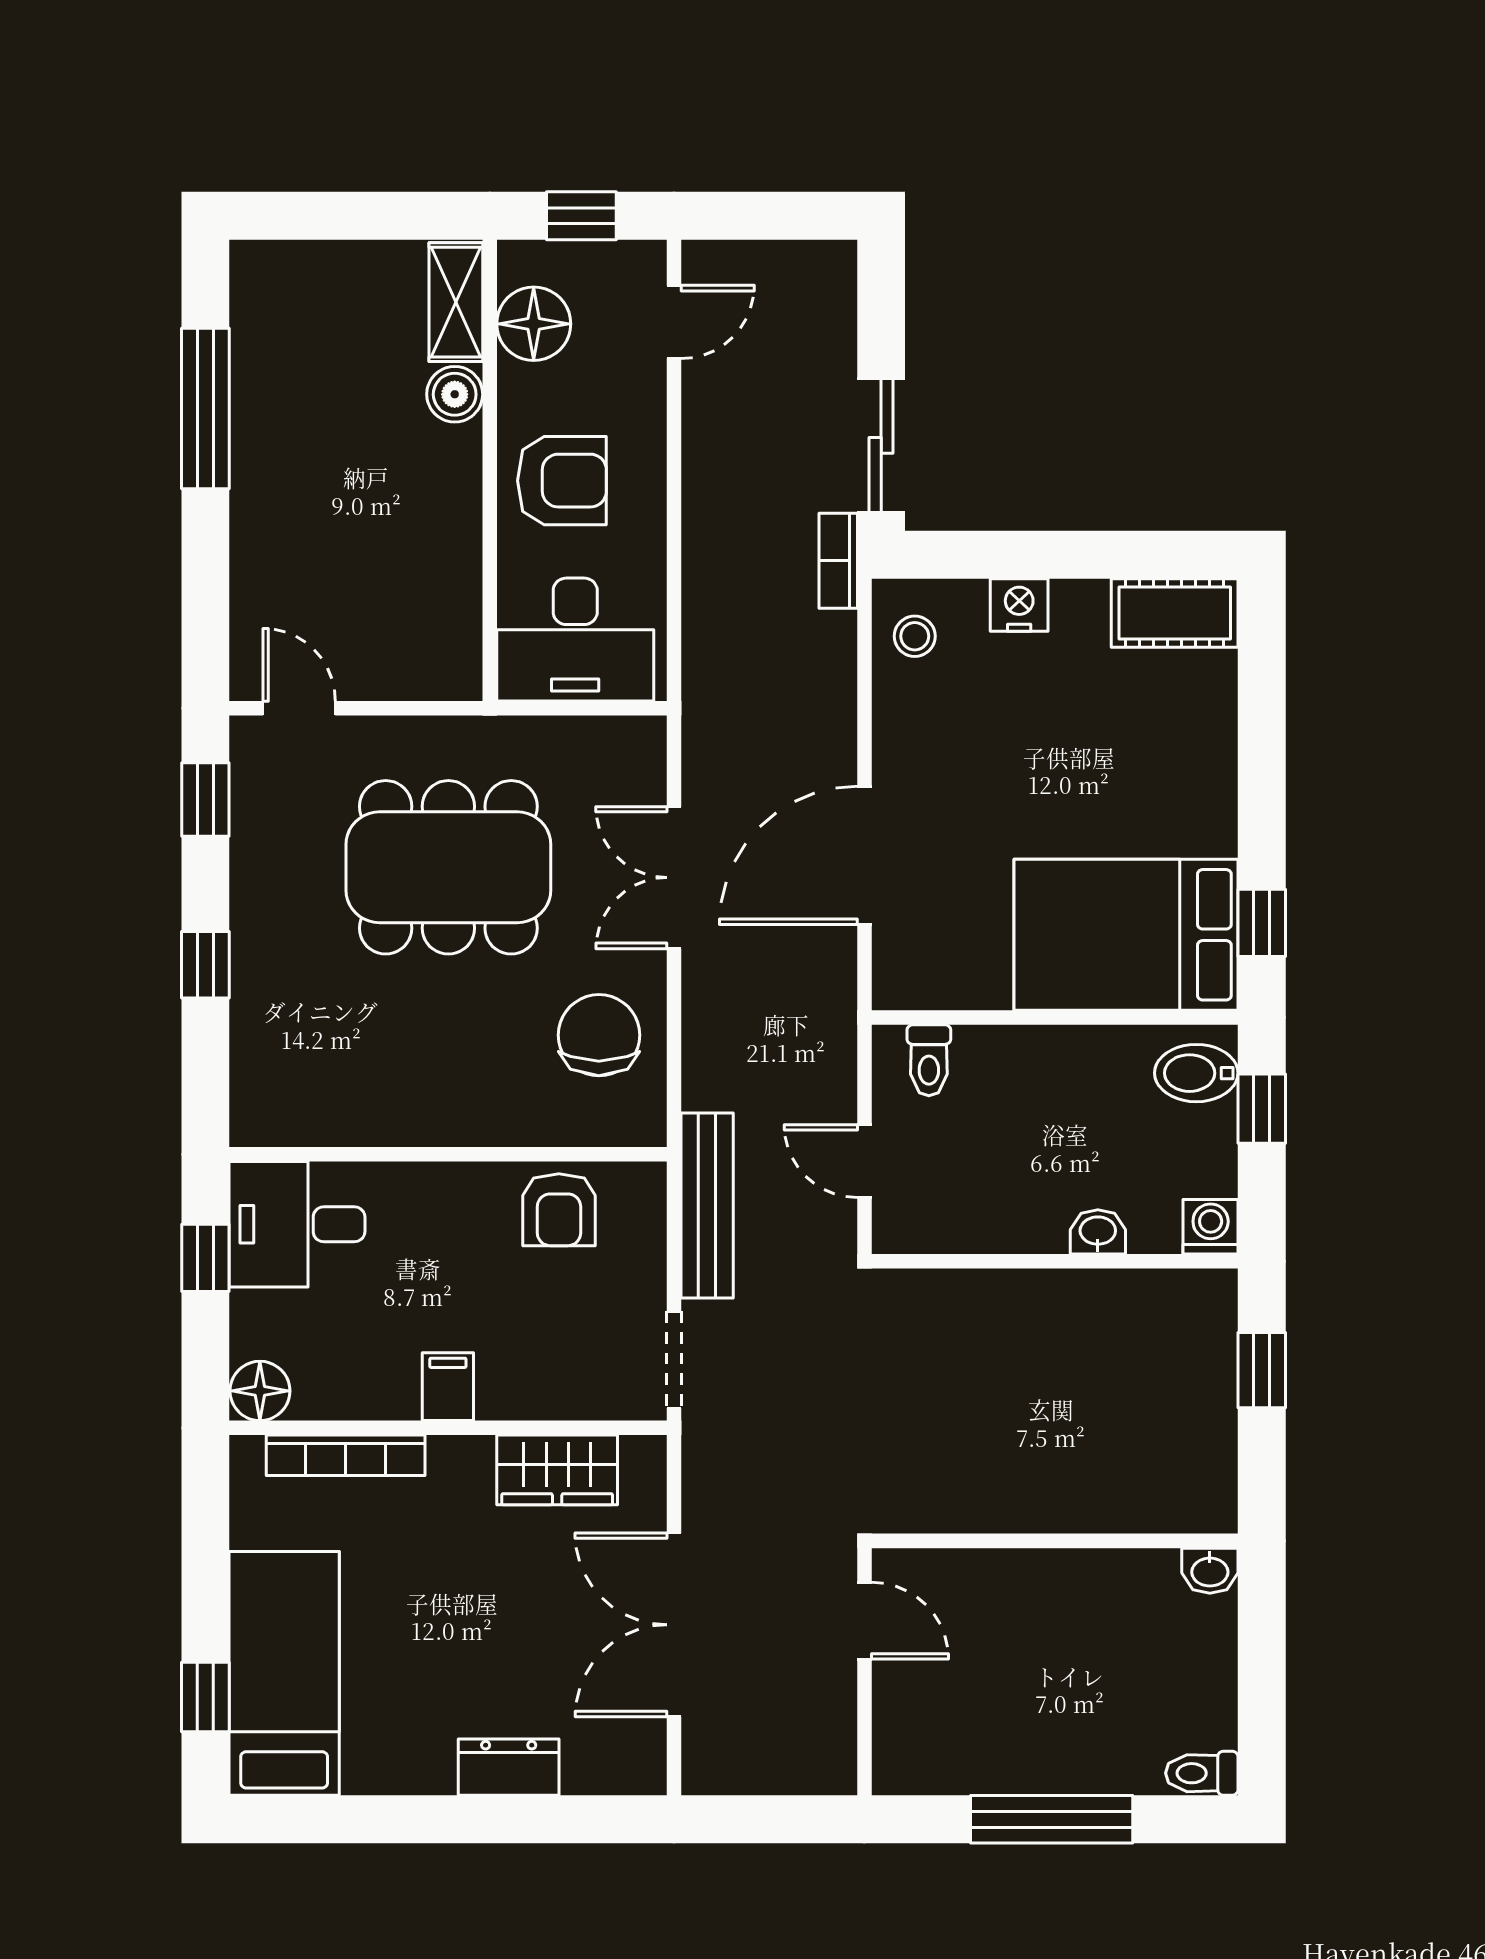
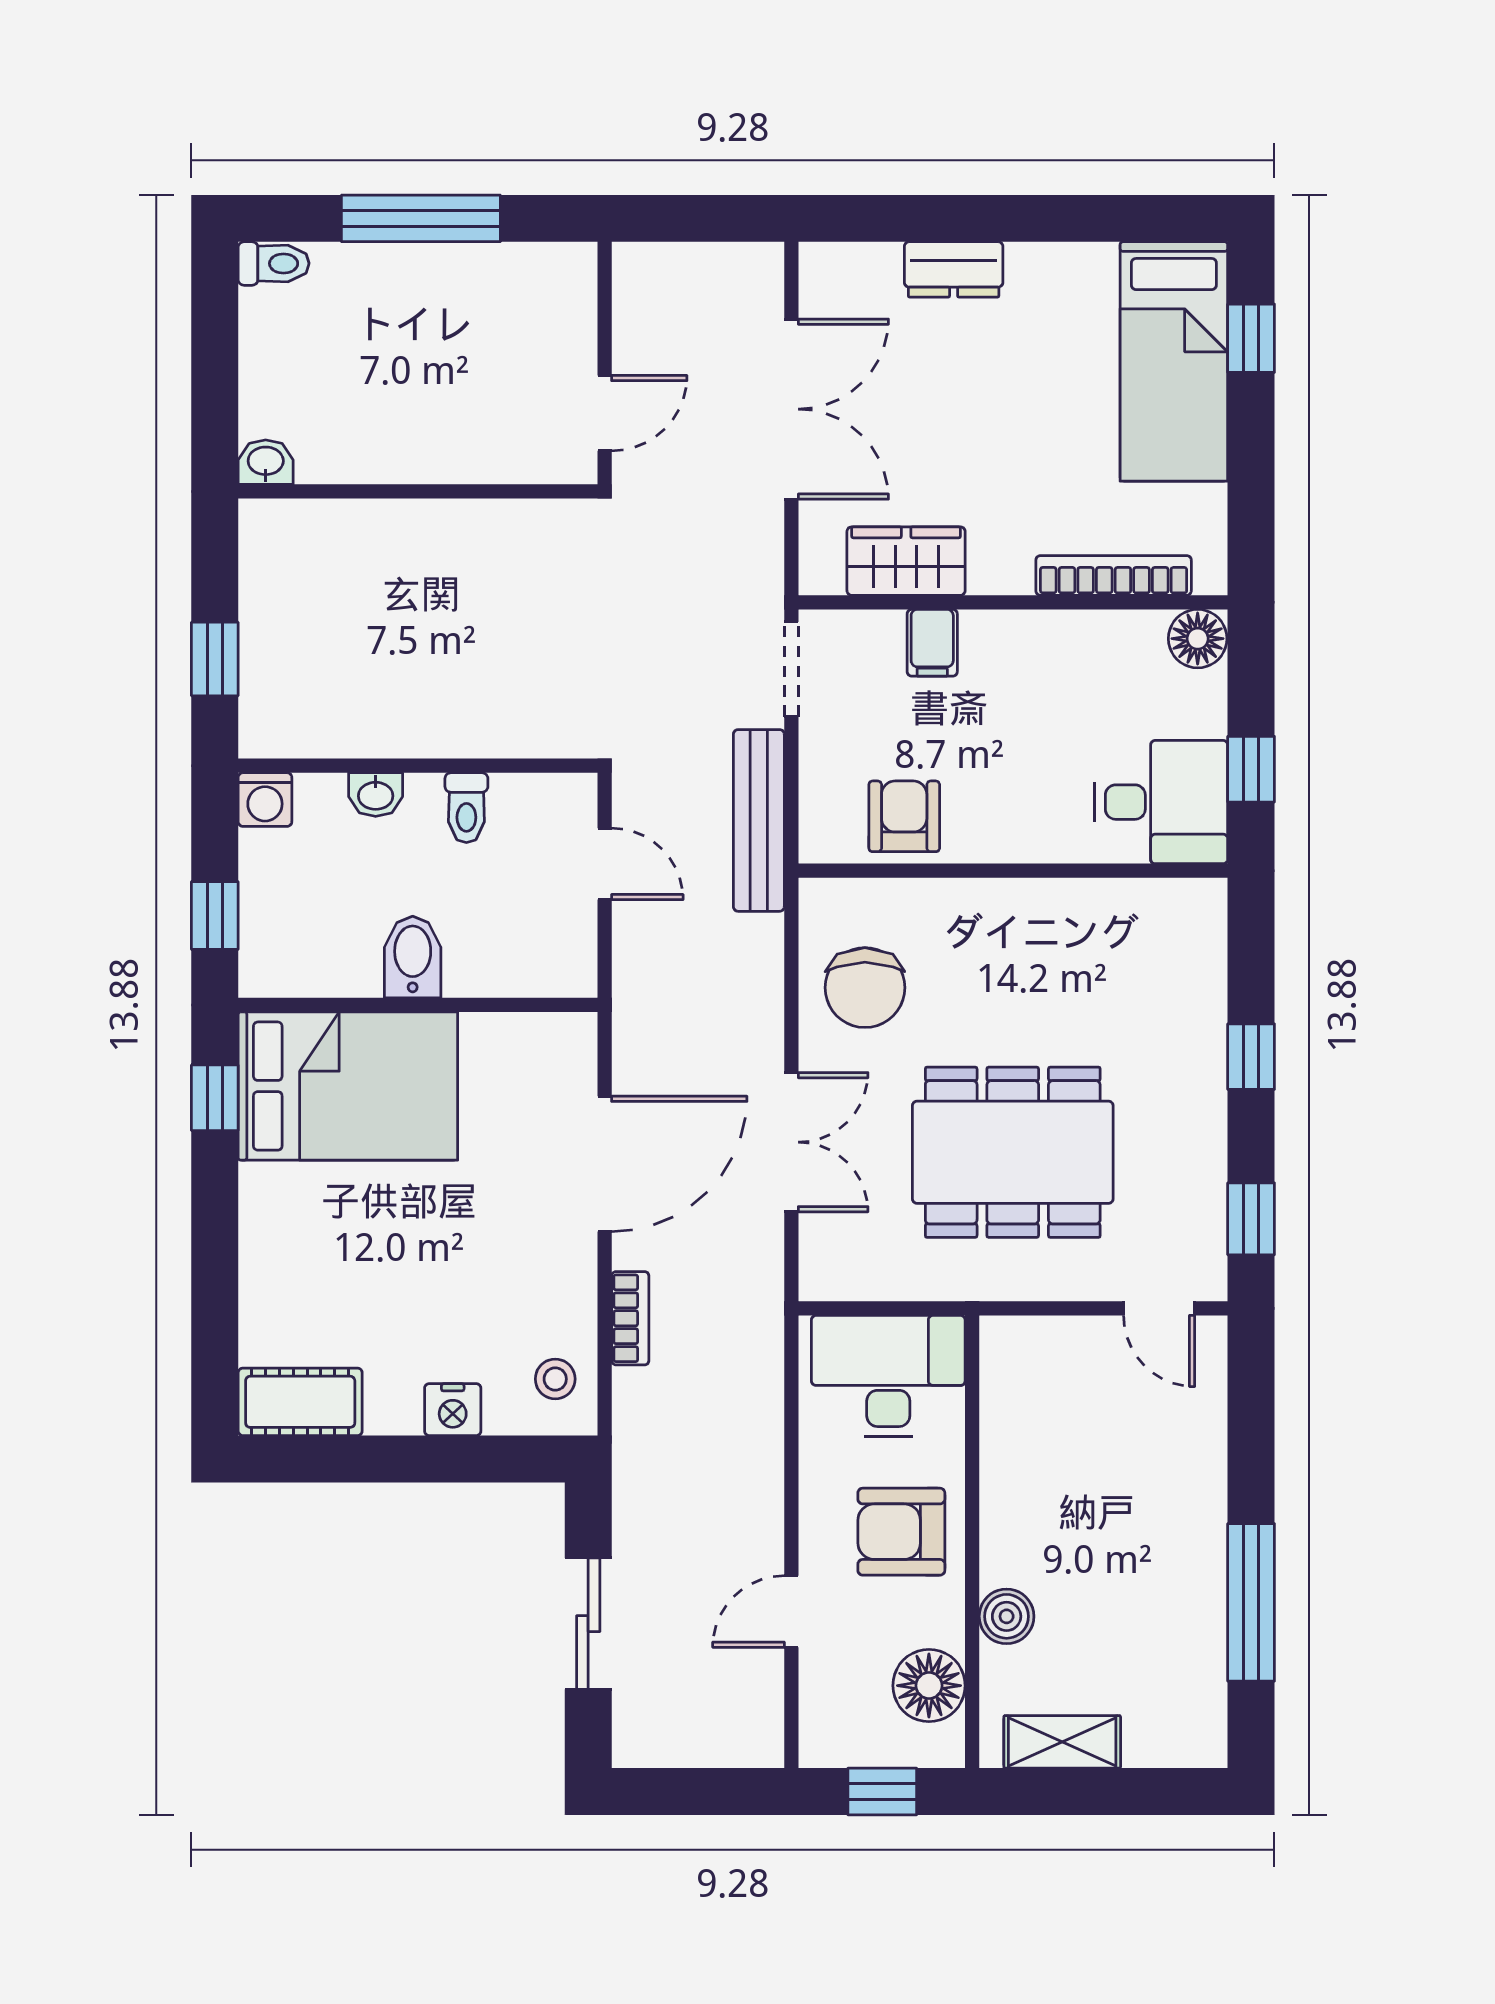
shelving: (456, 302) -> (1062, 1742), moved, turned 90
door: (674, 322) -> (791, 1612), moved
sliding door: (881, 445) -> (588, 1624), moved
bookcase: (838, 561) -> (630, 1318), moved
toilet: (929, 1060) -> (466, 808), moved, turned 180
bidet: (1196, 1073) -> (413, 957), moved, turned -90
filing cabinet: (448, 1387) -> (932, 643), moved
door: (864, 1621) -> (605, 413), swing flipped

